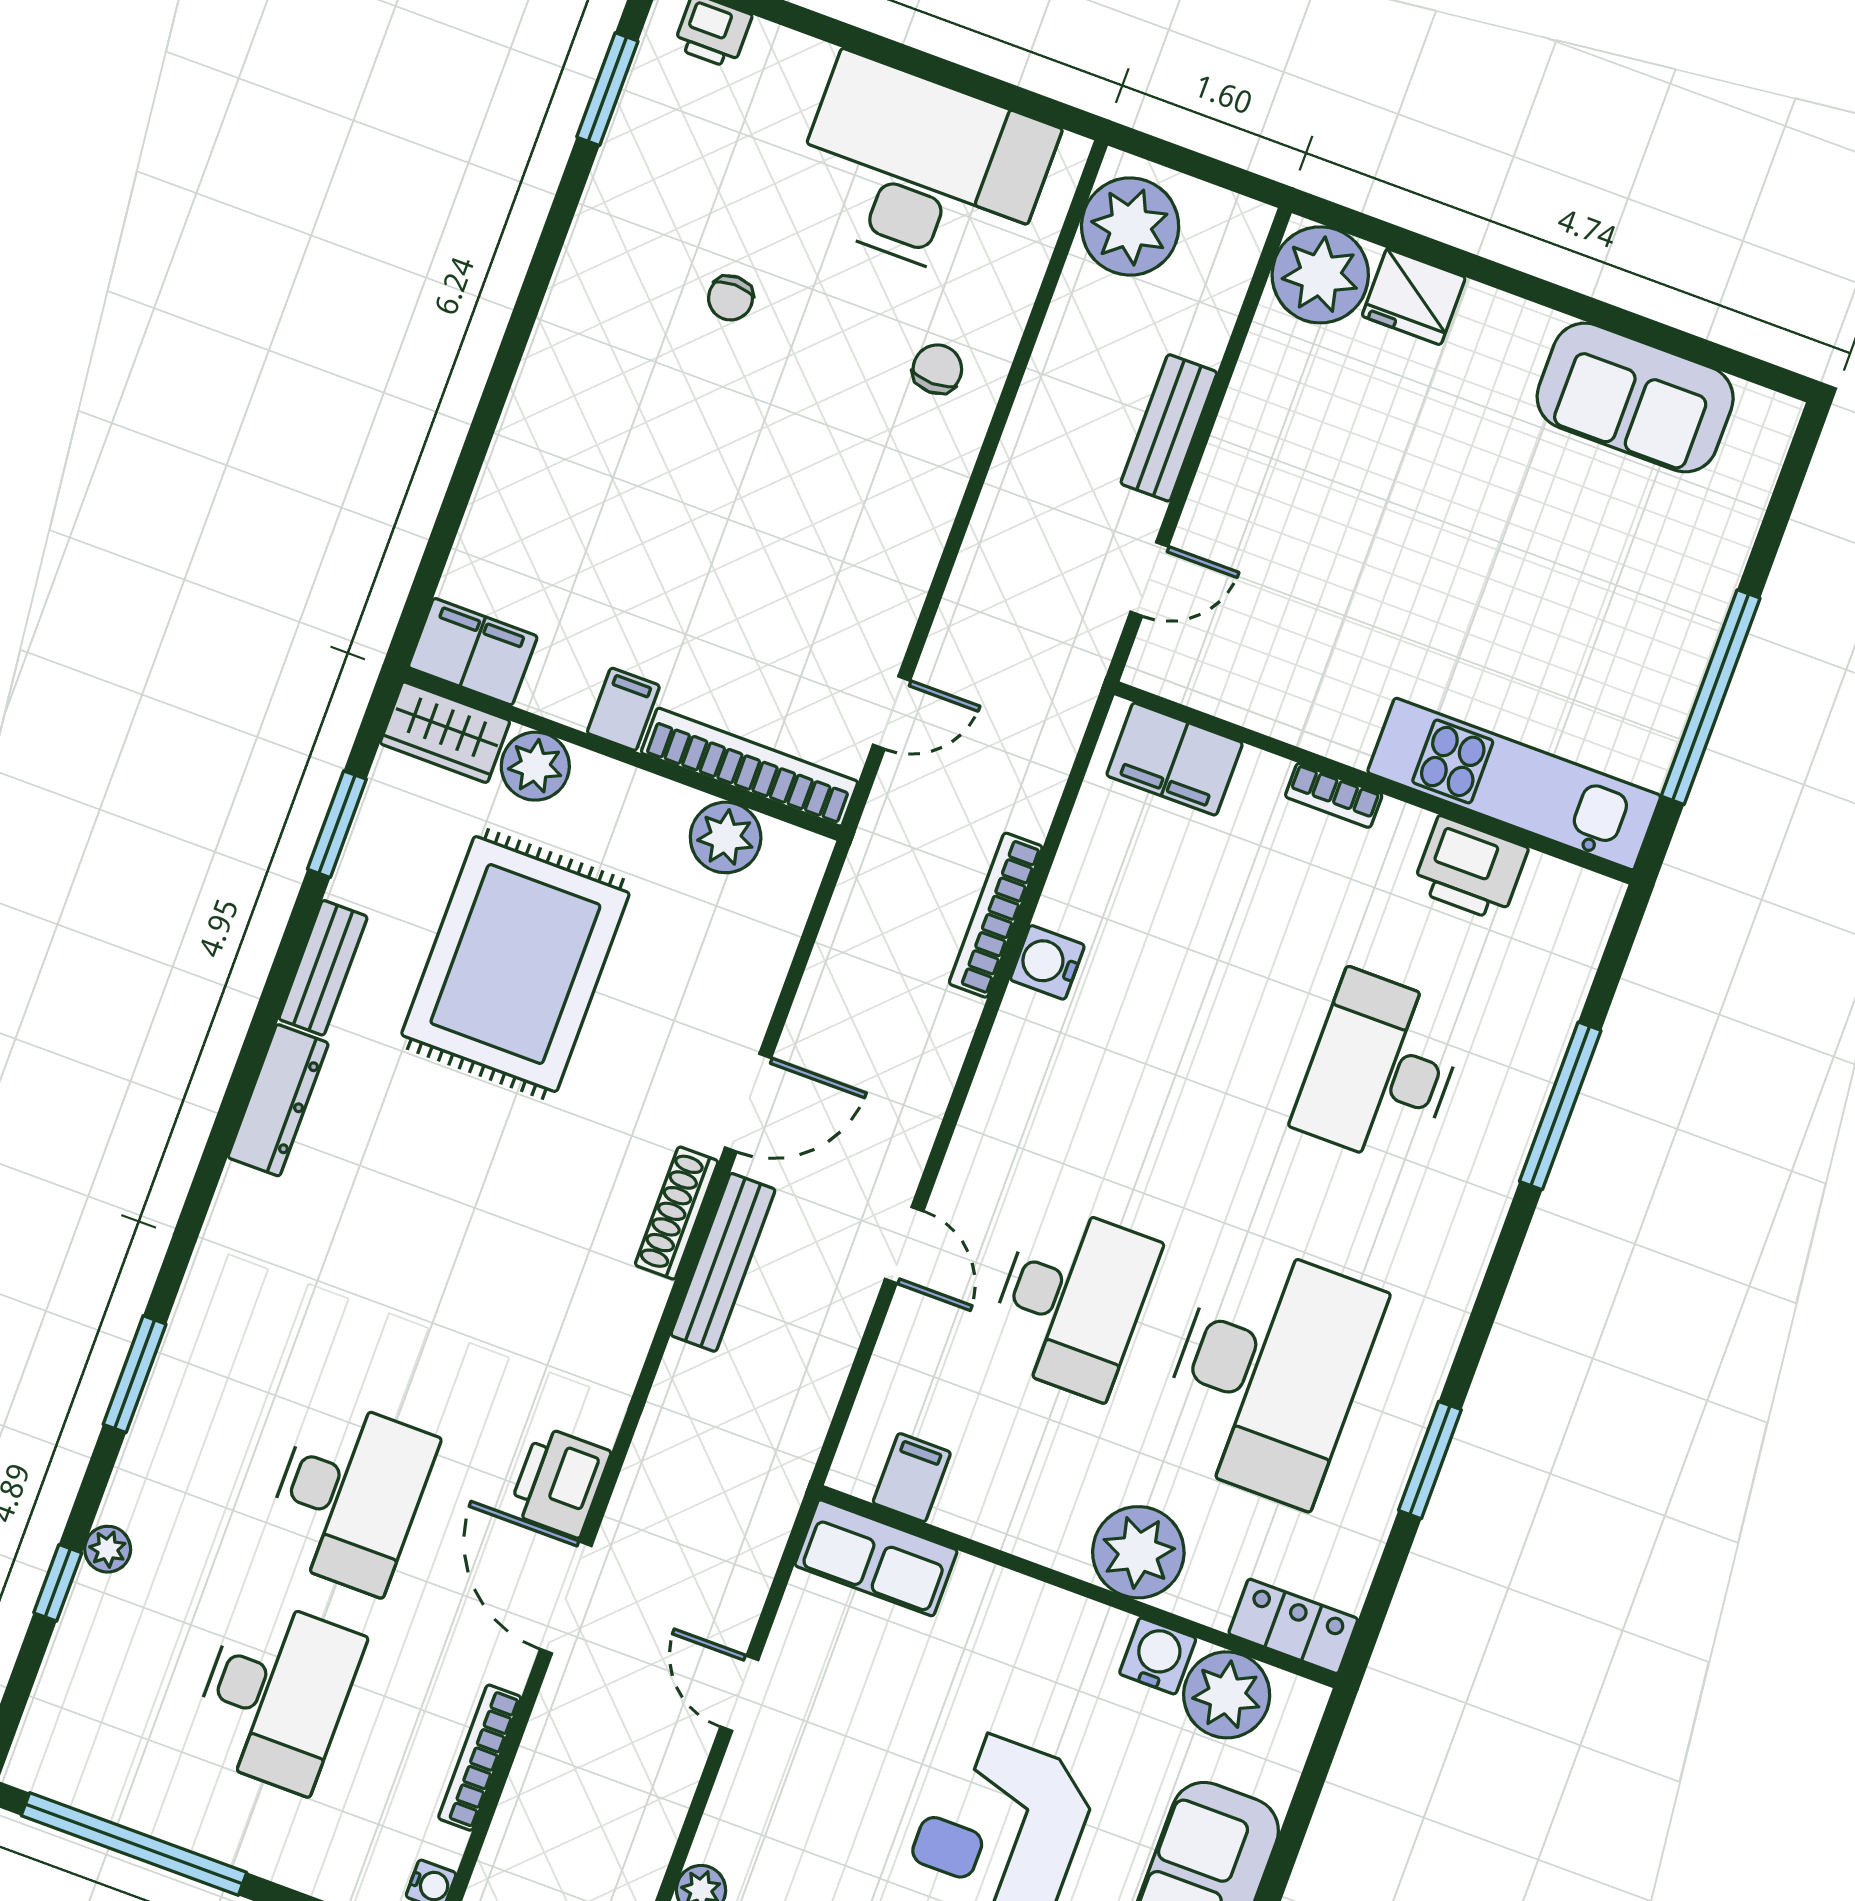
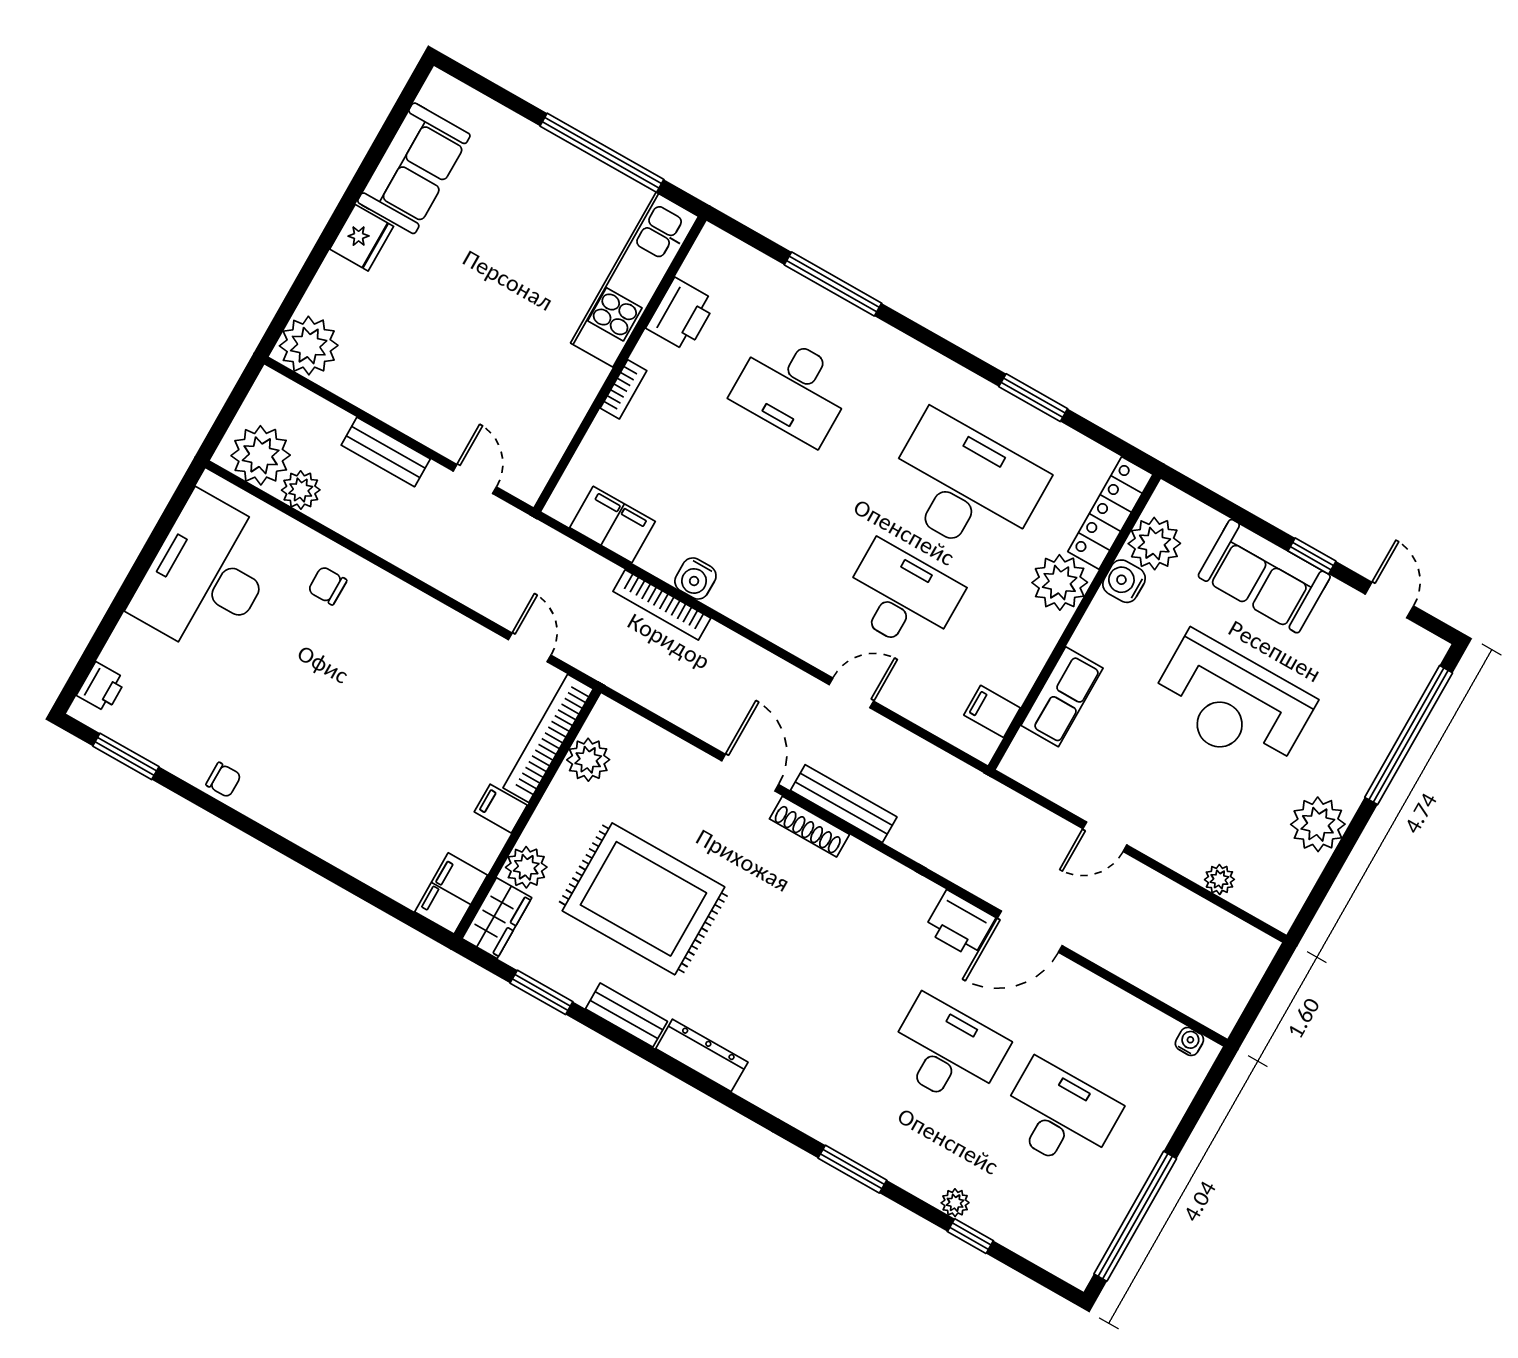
fridge: (1414, 297) -> (362, 238), moved
chair: (731, 298) -> (224, 780), moved
plant: (1085, 301) -> (301, 490), added
filing cabinet: (1175, 759) -> (613, 525), moved, turned -90
row of seats: (876, 1558) -> (1062, 697), moved
locker: (1293, 1626) -> (1110, 513), width x1.53
bookcase: (480, 1758) -> (1118, 999), removed

